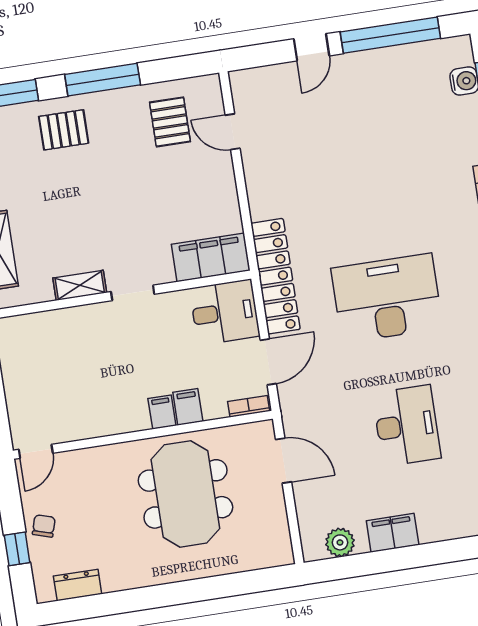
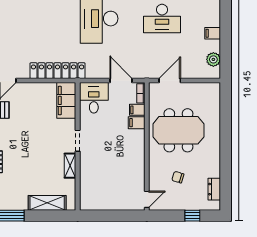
locker: (276, 276) -> (58, 71), moved
filing cabinet: (162, 412) -> (137, 110), moved
desk: (407, 426) -> (162, 19), turned 180
door: (36, 451) -> (147, 199), hinge flipped
chair: (44, 526) -> (178, 177), moved
filing cabinet: (393, 533) -> (213, 33), width x0.50

